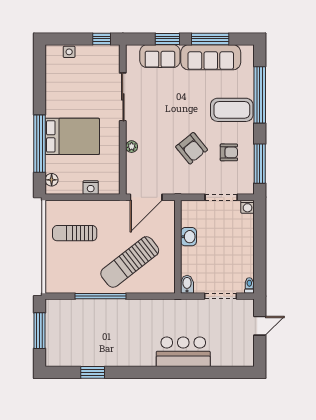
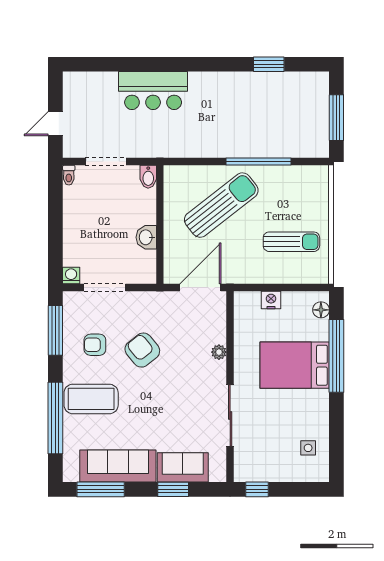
window: (210, 39) -> (101, 489), moved
side table: (69, 52) -> (308, 448), moved

